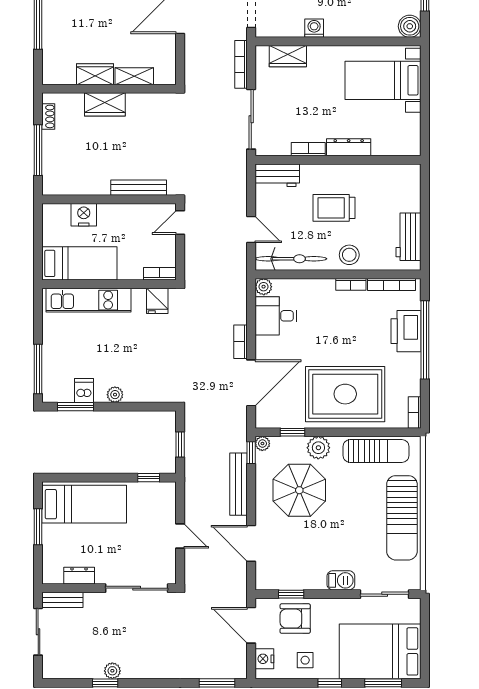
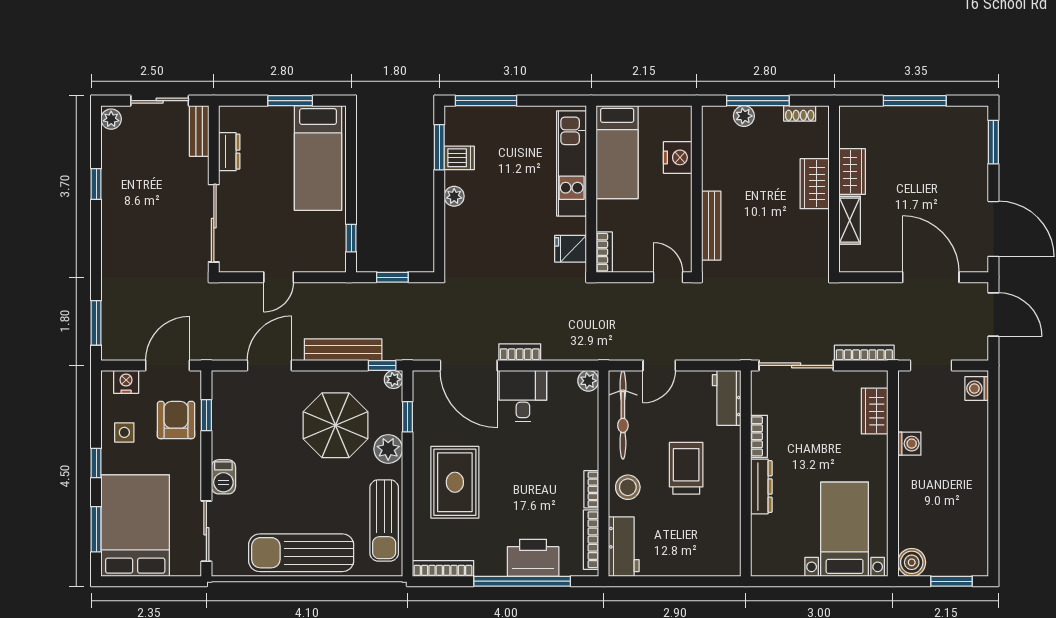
plant: (50, 161) -> (744, 116), added
workbench: (409, 237) -> (624, 547), moved, turned 90
desk: (276, 316) -> (523, 396), moved
rug: (345, 394) -> (455, 482), width x0.73, depth x0.69
bookcase: (415, 412) -> (443, 568), width x1.56
plant: (112, 671) -> (111, 119), moved

